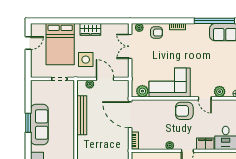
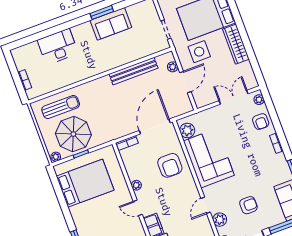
wardrobe: (90, 29) -> (236, 44), width x1.50
armchair: (217, 66) -> (248, 205), added
armchair: (184, 111) -> (170, 165), moved, turned 180
sofa: (39, 125) -> (111, 24), width x0.73

